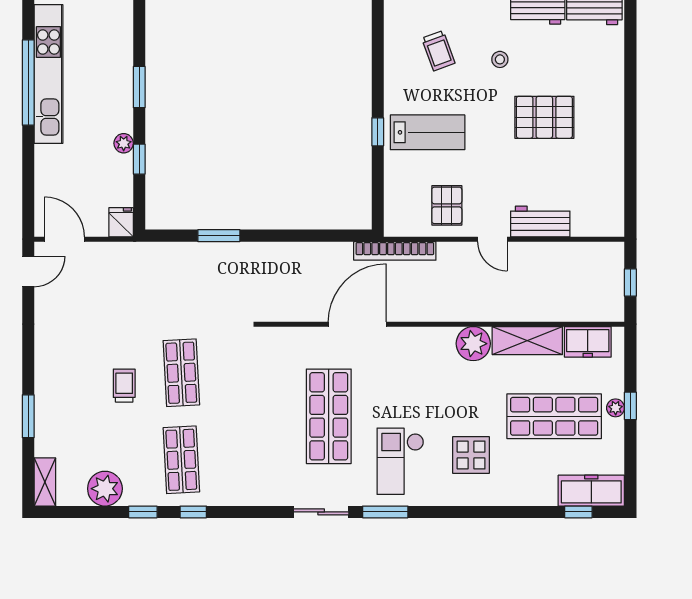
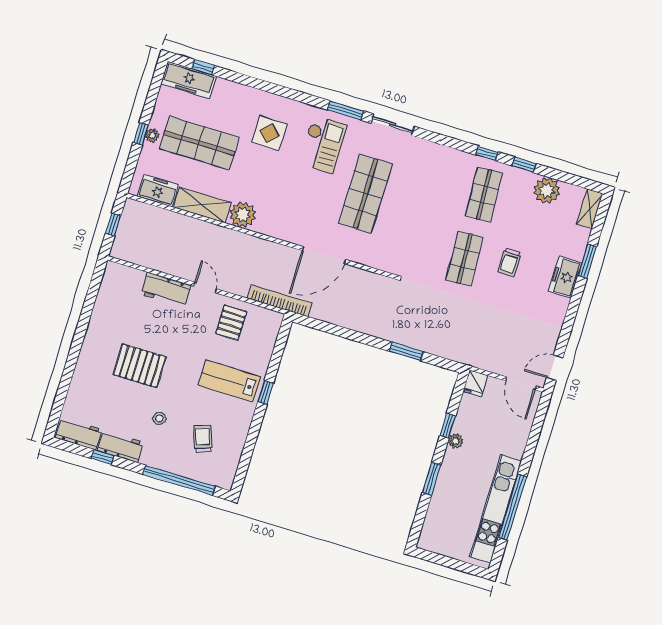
freezer: (50, 388) -> (565, 277), added

